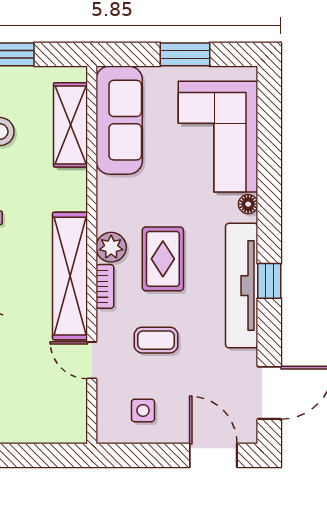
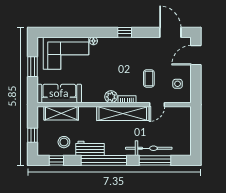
rug: (163, 259) -> (116, 76), removed
tv unit: (242, 286) -> (127, 44), removed

